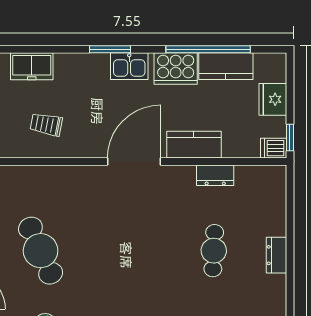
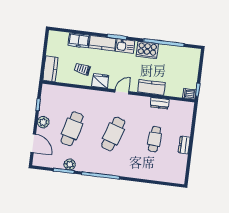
kitchen counter: (226, 66) -> (102, 43), moved
fridge: (273, 99) -> (100, 81), moved, turned 90
door: (134, 162) -> (122, 92), width x0.53
cafe table: (41, 251) -> (72, 129), turned 39
cafe table: (127, 251) -> (113, 134), added

